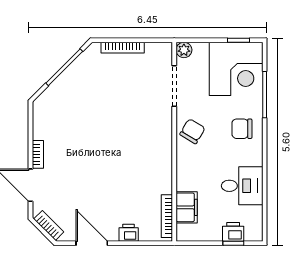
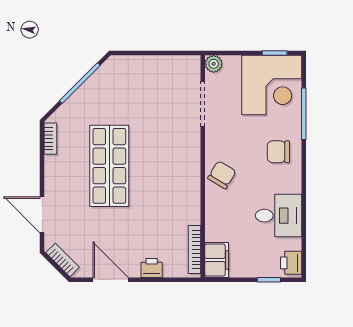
bookcase: (123, 48) -> (145, 61), removed
chair: (192, 131) -> (222, 175), moved
shop shelf: (91, 141) -> (109, 166), added
bookcase: (38, 154) -> (50, 139), moved
filing cabinet: (187, 207) -> (217, 260), moved
printer: (233, 232) -> (291, 263), moved, turned -90

